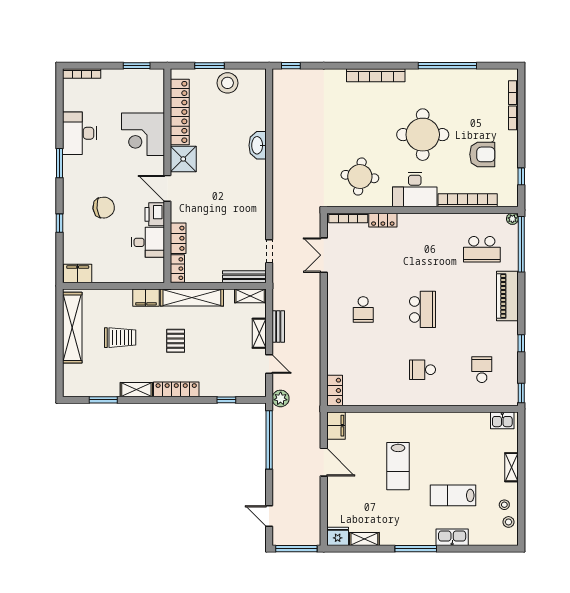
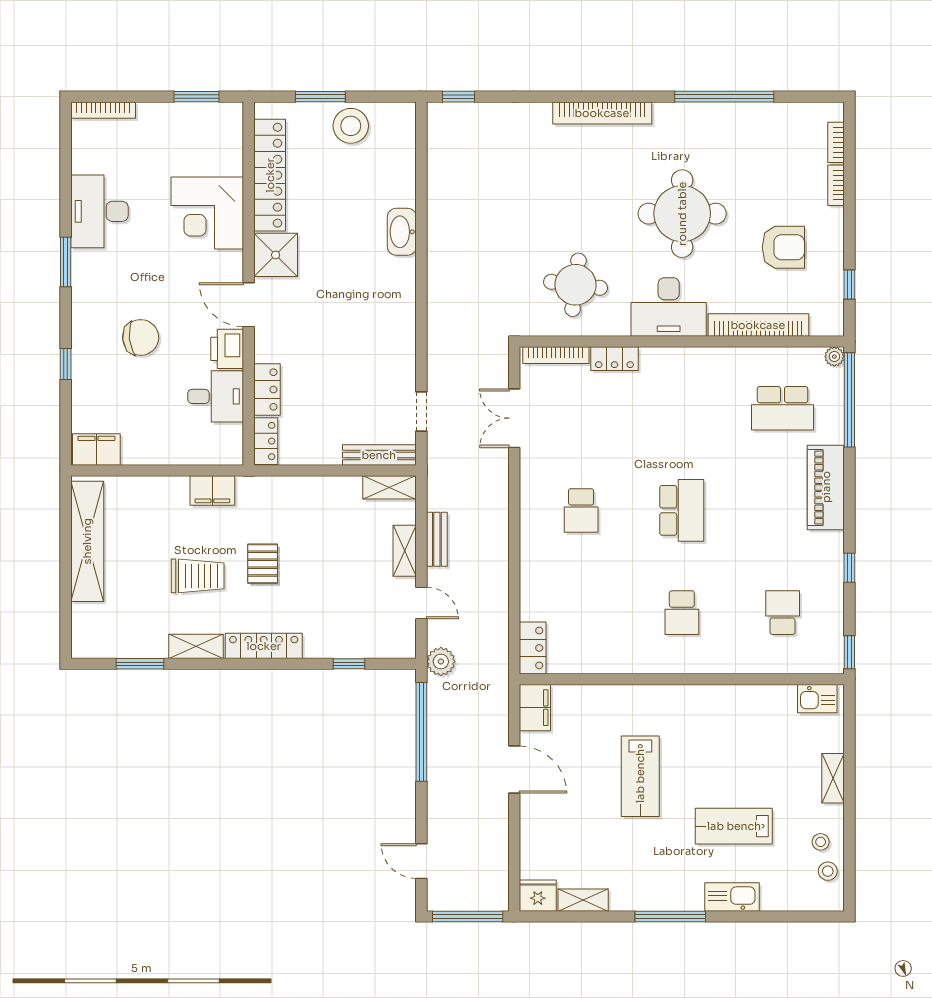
shelving: (192, 298) -> (290, 490), removed
trolley: (120, 338) -> (198, 576), moved
school desk: (422, 370) -> (682, 613), turned -90

